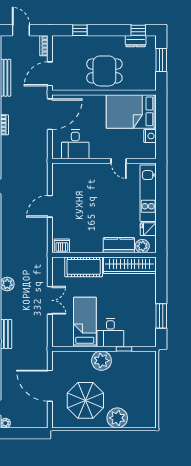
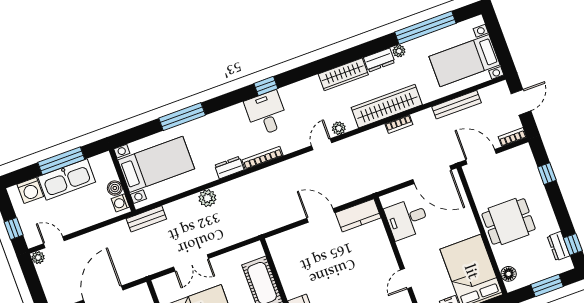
dining table: (104, 71) -> (509, 221), turned 90
floor lamp: (143, 85) -> (509, 274), added
kitchen counter: (60, 179) -> (358, 215), added
dishwasher: (62, 246) -> (278, 247), removed
double door: (50, 300) -> (191, 263), moved

